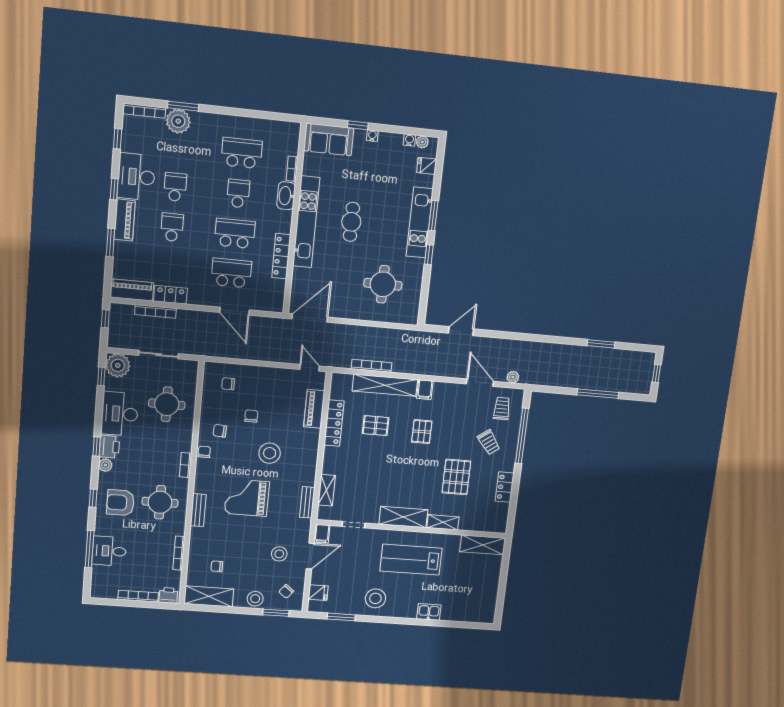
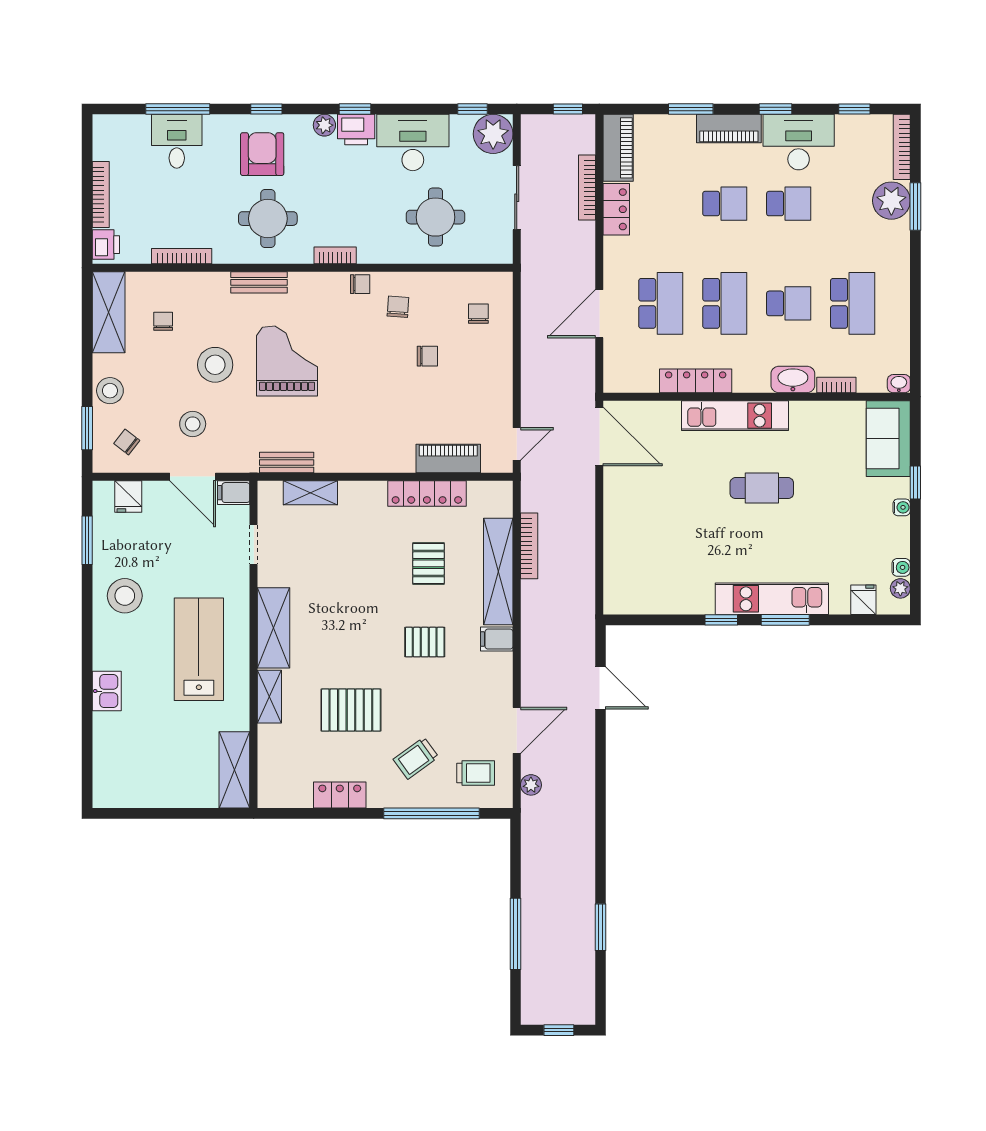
washbasin: (295, 129) -> (899, 384), added
kitchen unit: (306, 222) -> (735, 416), width x0.73
round table: (383, 284) -> (666, 550), removed
stool: (270, 453) -> (215, 365), moved

